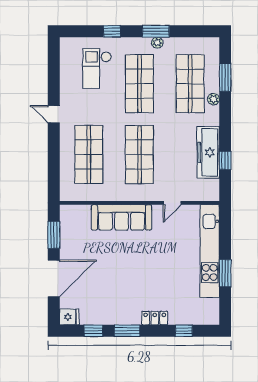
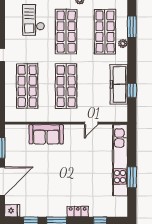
sofa: (121, 217) -> (46, 134), width x0.73

